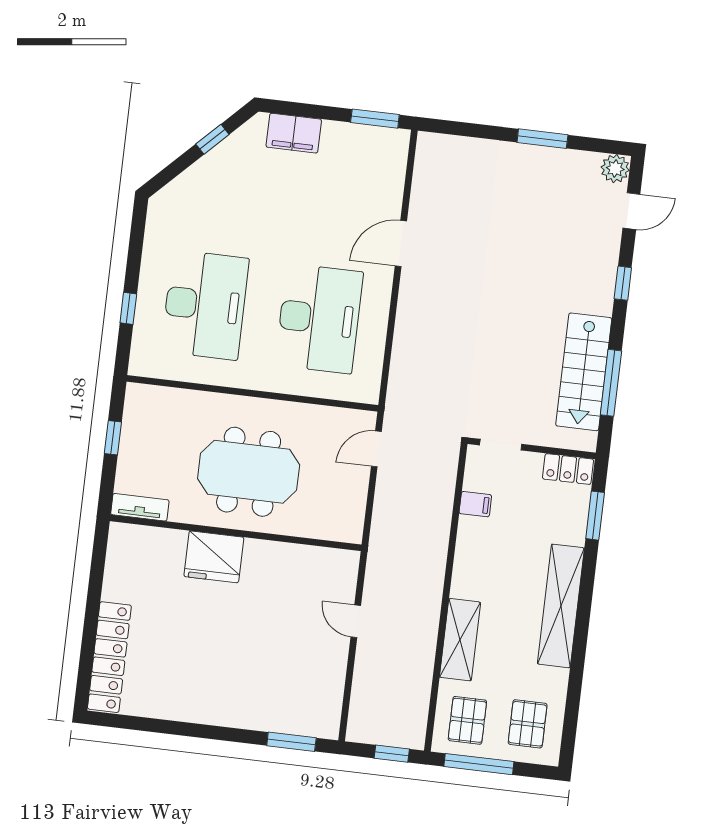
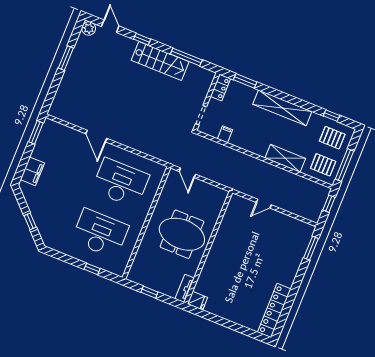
window: (212, 139) -> (30, 221), moved
stairs: (584, 372) -> (160, 61), moved
meeting table: (249, 472) -> (182, 234), turned 90
fridge: (214, 557) -> (197, 301), moved, width x0.53, depth x0.75
locker: (109, 657) -> (274, 311), moved, turned -90
window: (572, 710) -> (331, 116), added

